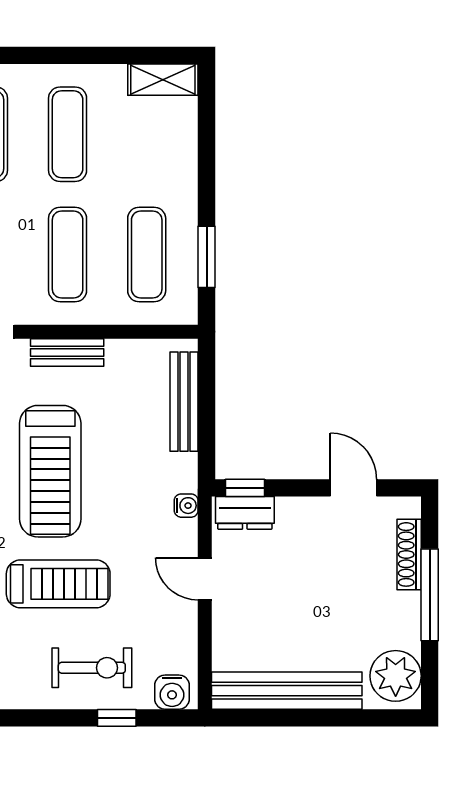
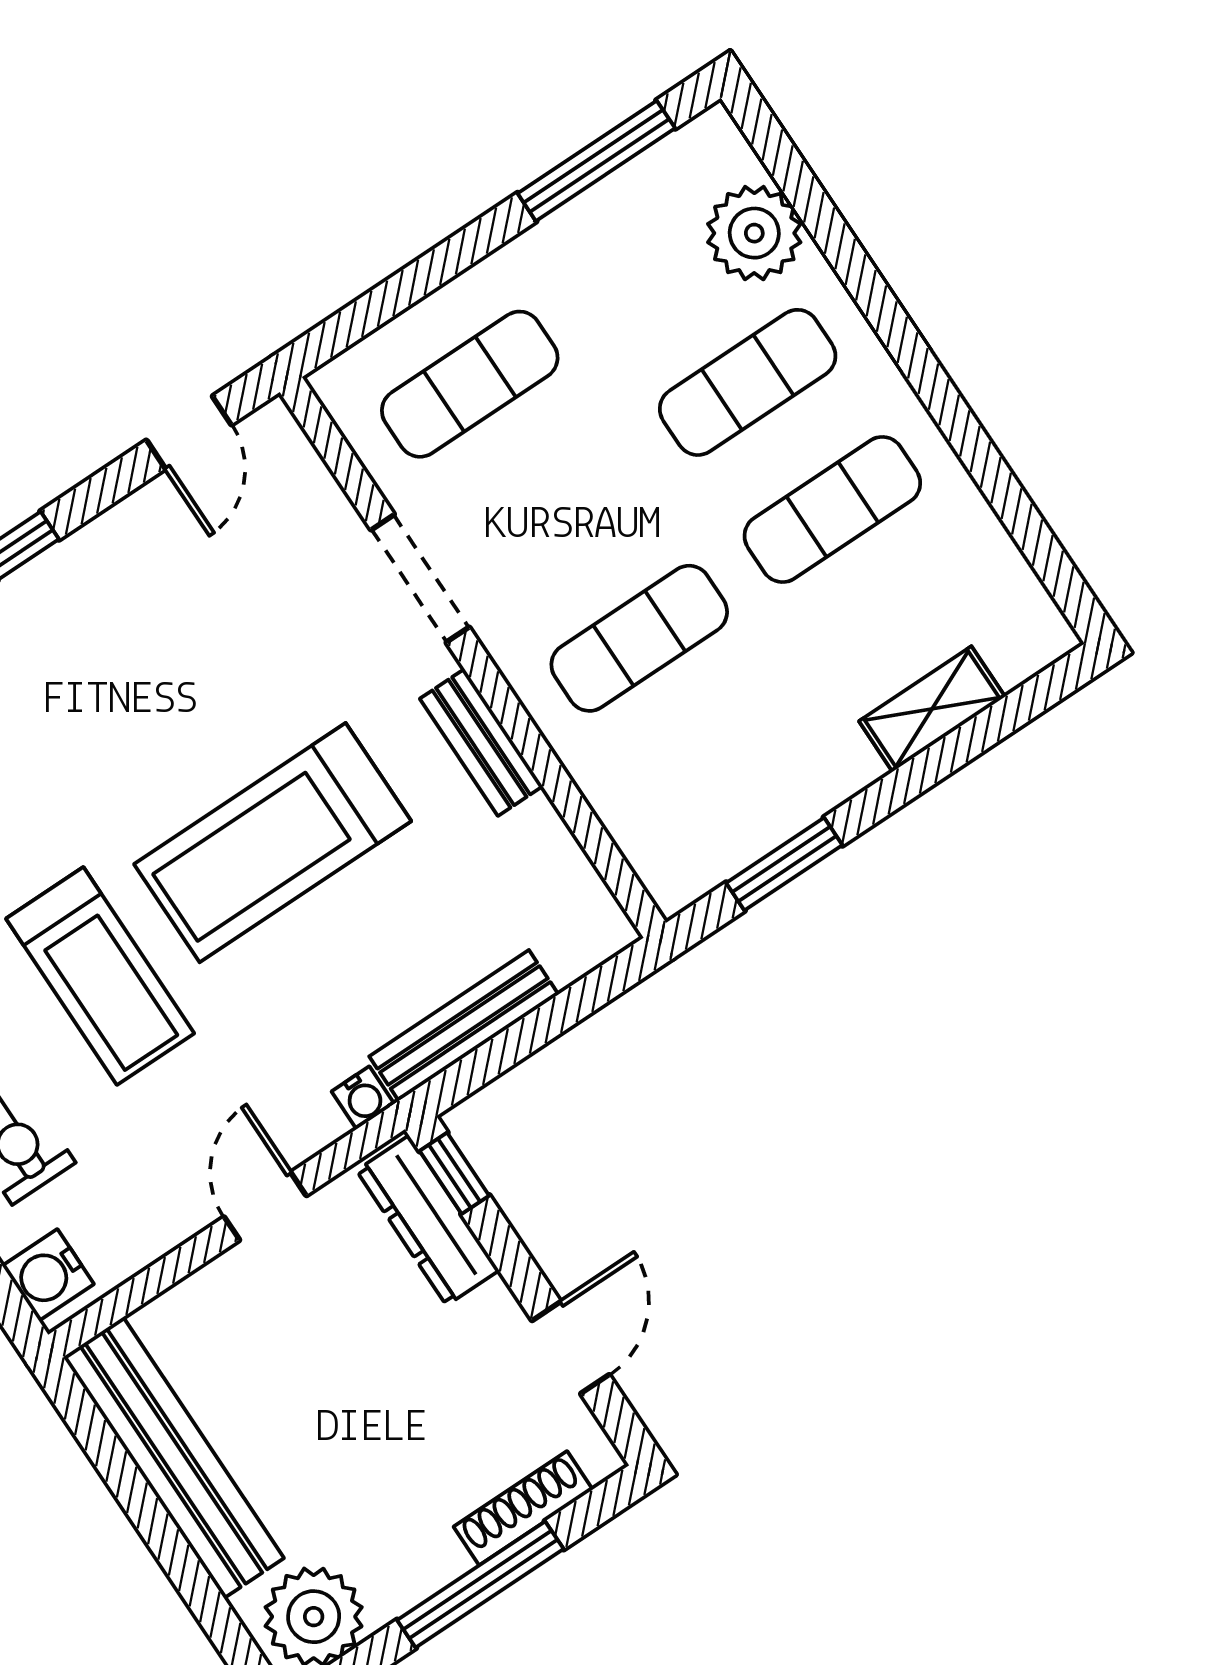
shelving: (163, 80) -> (932, 709), moved, turned 90
exercise mat: (147, 255) -> (724, 765), removed
bench: (184, 402) -> (464, 1025), moved
dresser: (245, 513) -> (428, 1220), width x1.44

